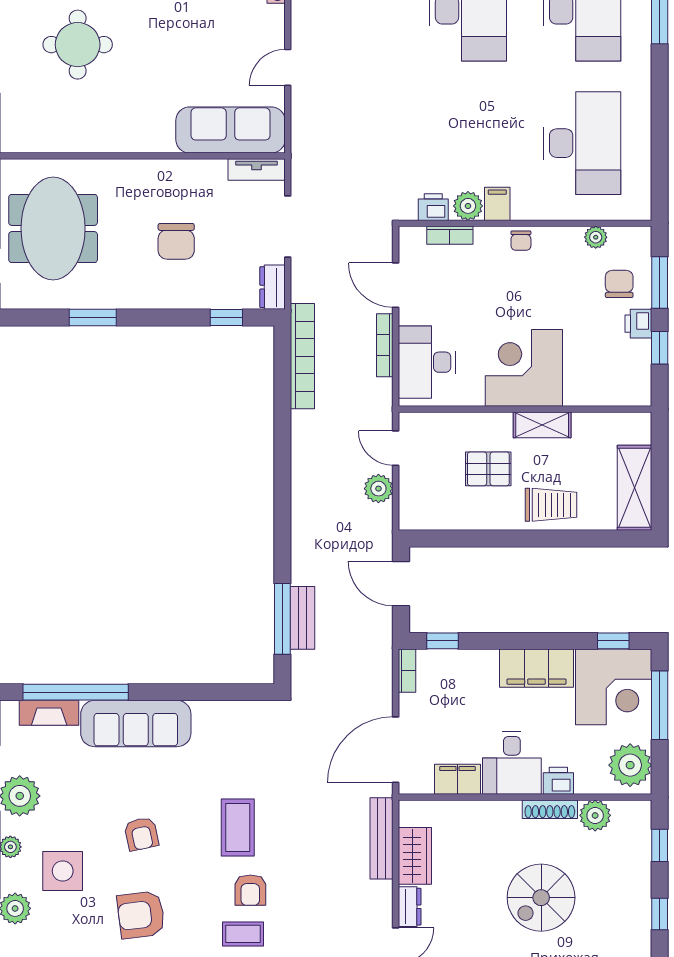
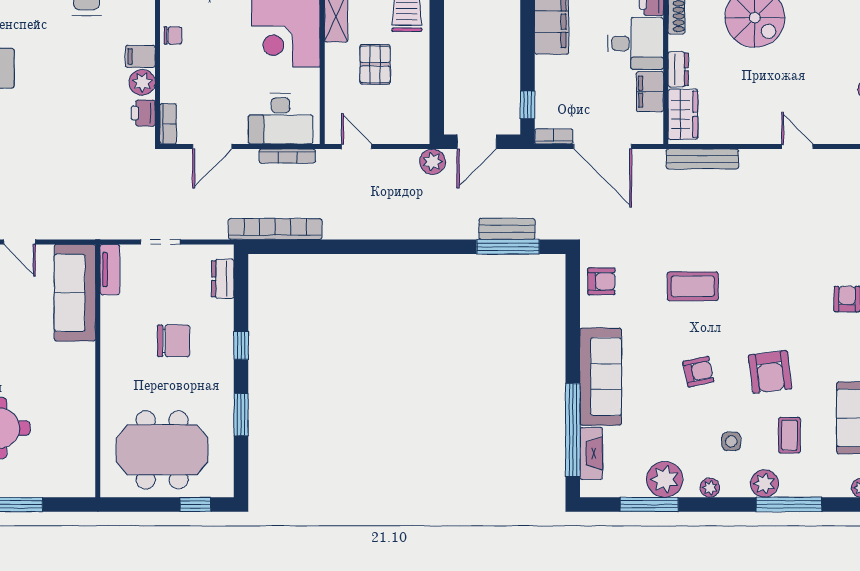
doorway: (288, 227) -> (160, 242), width x0.73
bookcase: (450, 235) -> (168, 124), moved
dresser: (273, 287) -> (223, 279), moved, turned 90
window: (226, 318) -> (241, 345), moved
bookcase: (385, 345) -> (287, 156), moved
door: (396, 448) -> (357, 146), swing flipped
plant: (378, 489) -> (433, 162), moved
door: (396, 750) -> (603, 146), moved
wardrobe: (415, 856) -> (683, 114), moved, turned 90
side table: (63, 871) -> (731, 441), width x0.54, depth x0.54
armchair: (250, 890) -> (601, 281), moved
dresser: (410, 907) -> (678, 69), moved, turned 90
coffee table: (243, 934) -> (789, 435), moved

